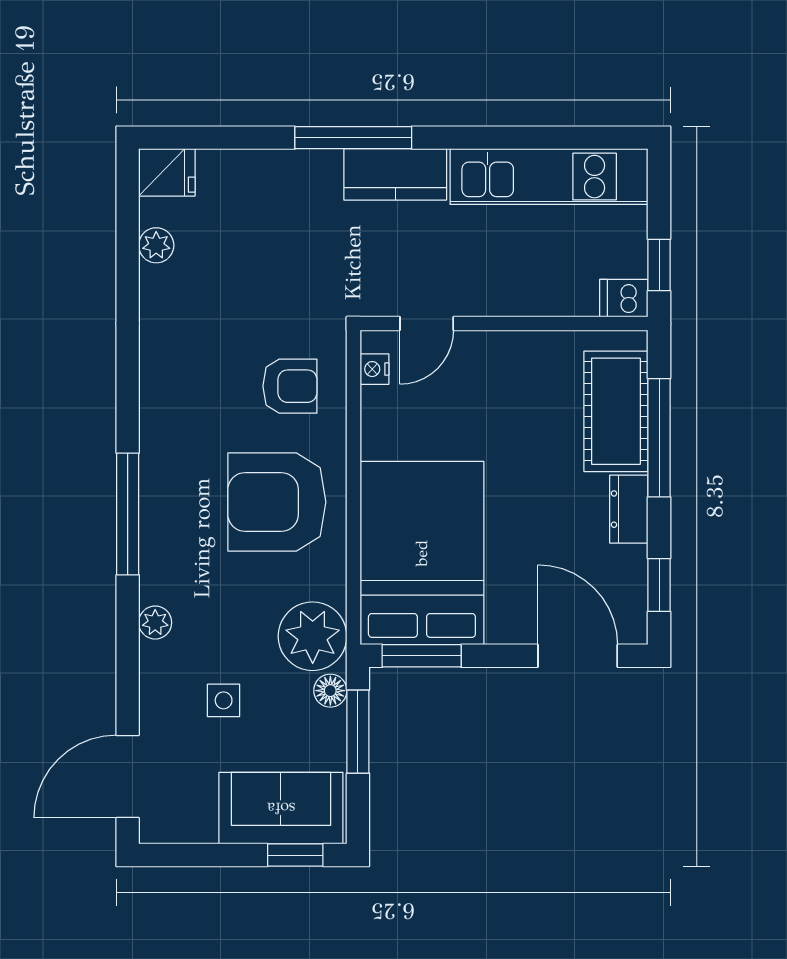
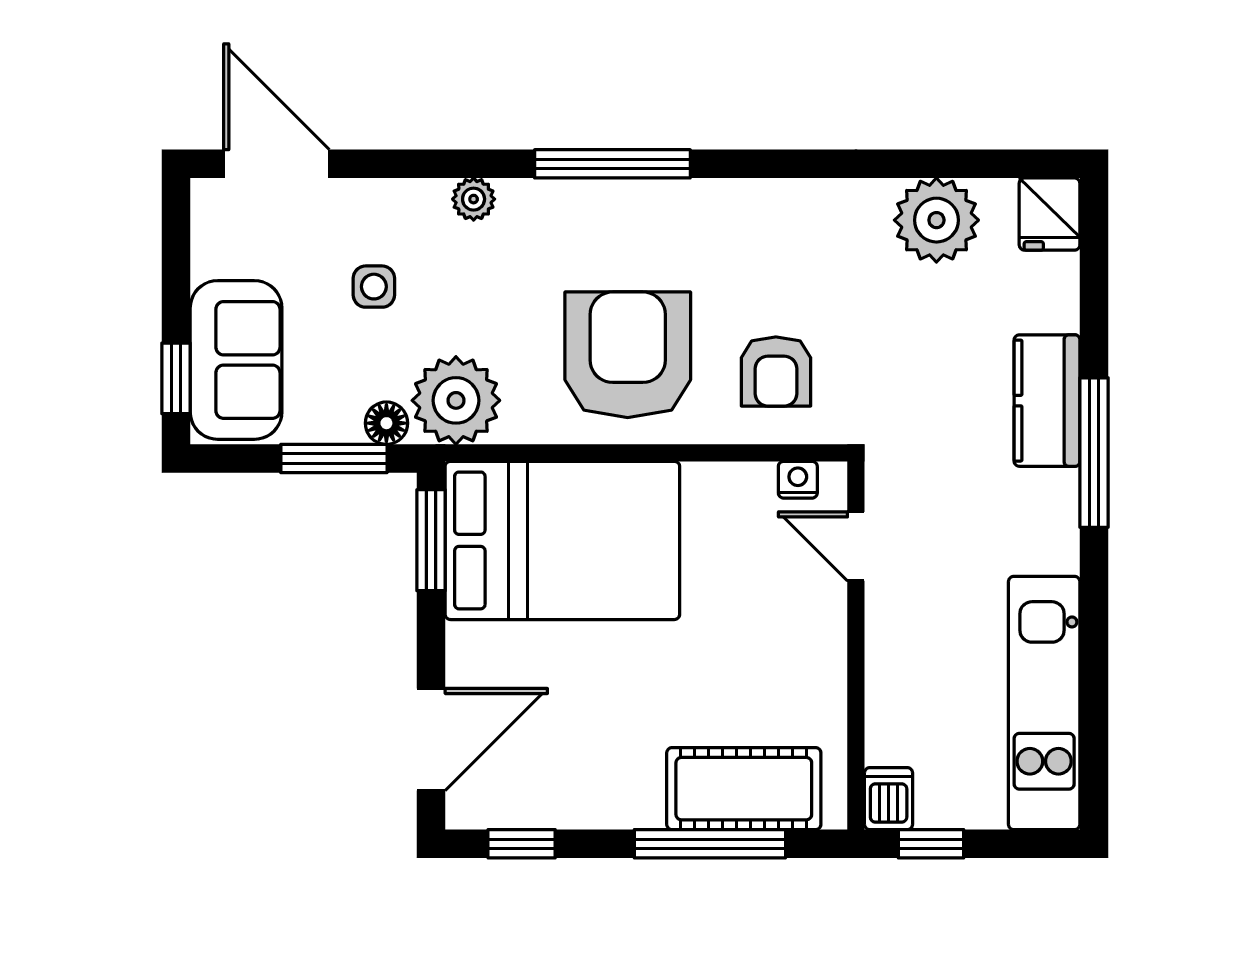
kitchen counter: (395, 174) -> (1047, 401), moved
plant: (156, 245) -> (936, 220), width x1.88, depth x1.88
dresser: (629, 509) -> (619, 805), removed

